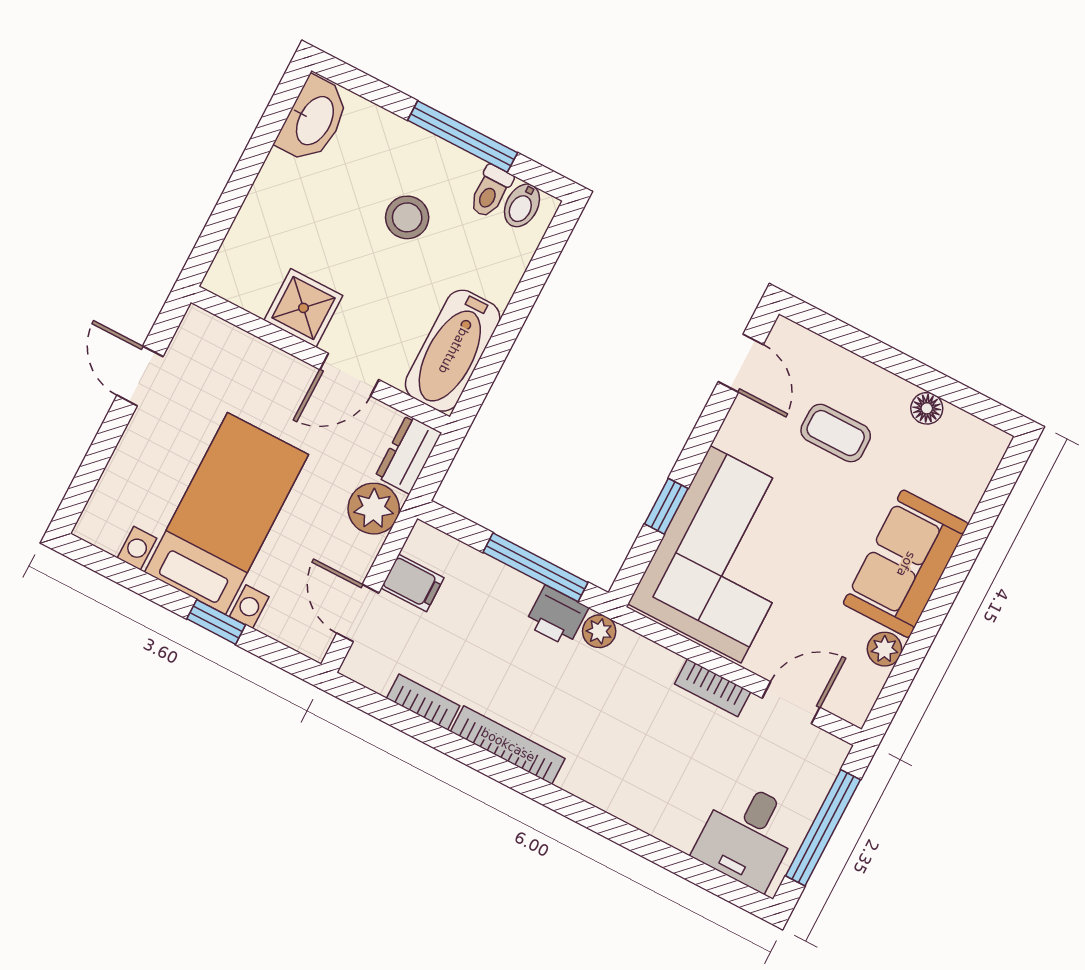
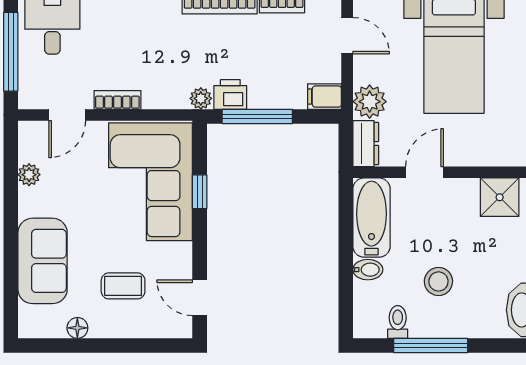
bidet: (522, 205) -> (368, 270), moved, turned 90
shower: (303, 308) -> (500, 197), moved
sofa: (906, 564) -> (43, 261), moved
filing cabinet: (412, 583) -> (324, 97), moved

